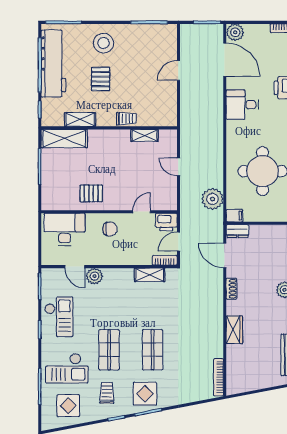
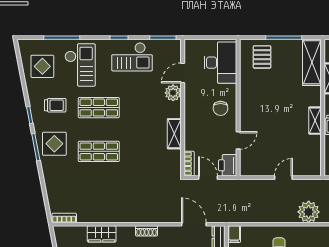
shelving: (145, 135) -> (315, 121), moved
pallet: (91, 193) -> (262, 57), moved
plant: (212, 199) -> (309, 212), moved
door: (142, 212) -> (238, 140), hinge flipped
door: (225, 256) -> (194, 224), hinge flipped
shelving: (150, 275) -> (174, 134), moved
shoe rack: (231, 289) -> (147, 231), moved
wardrobe: (234, 330) -> (102, 234), moved
checkout: (67, 368) -> (80, 65), turned 180
bookcase: (218, 377) -> (64, 218), width x0.64

